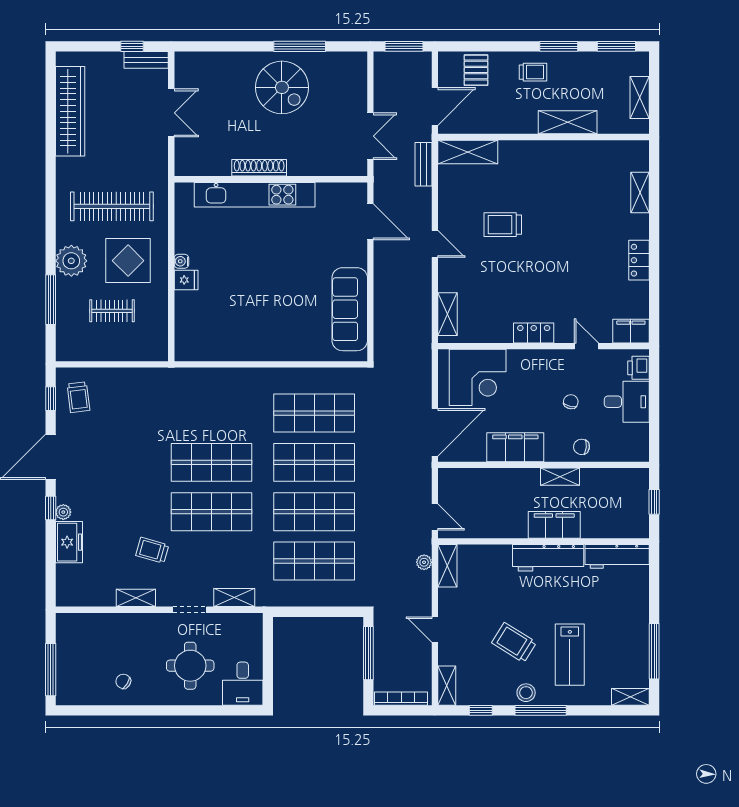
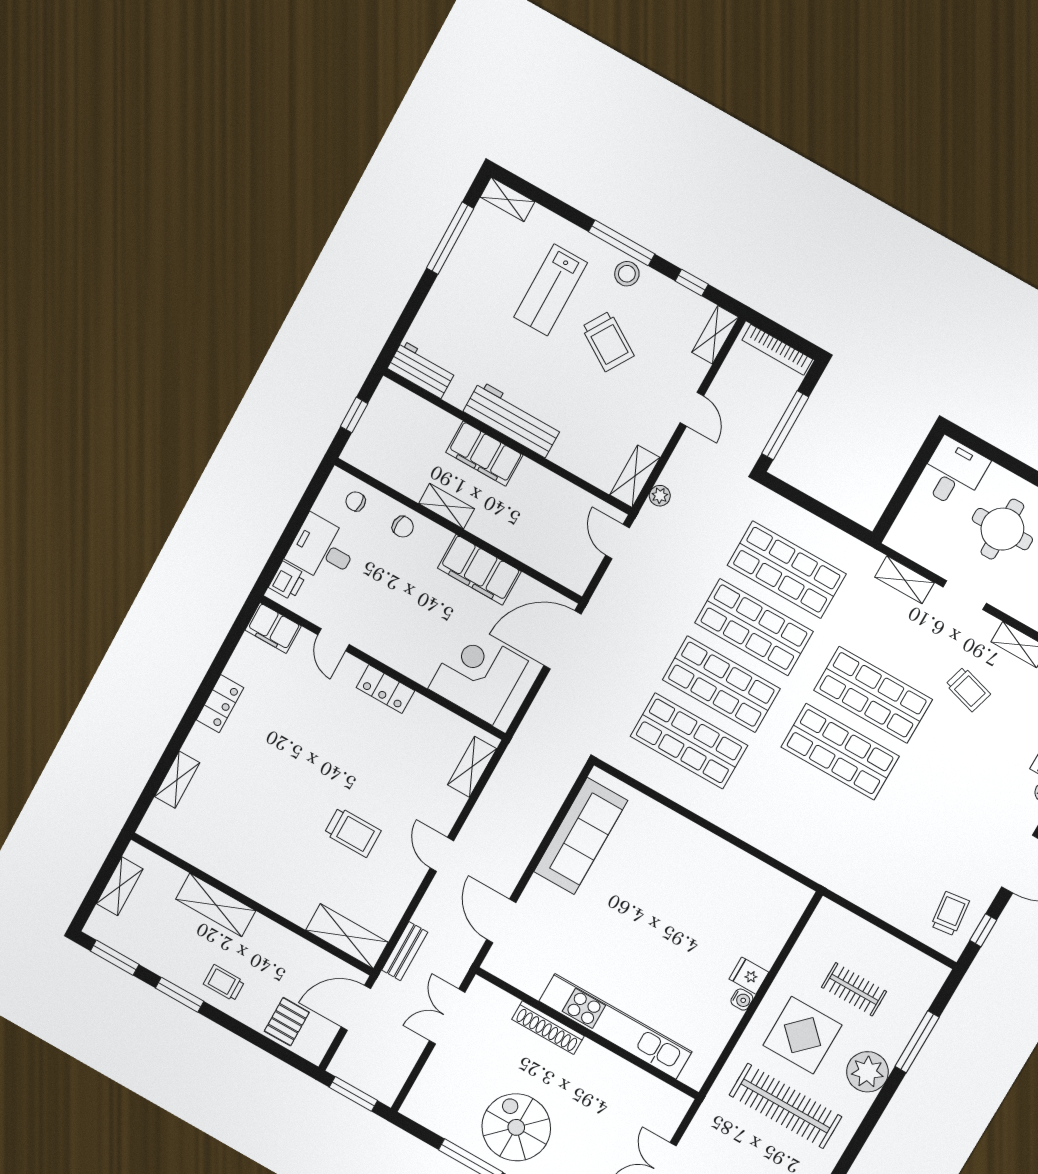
shoe rack: (259, 168) -> (548, 1028), moved
chair: (571, 402) -> (356, 501), moved, turned 76
workbench: (617, 556) -> (422, 370), width x0.73
lab bench: (570, 655) -> (551, 290), turned 180

